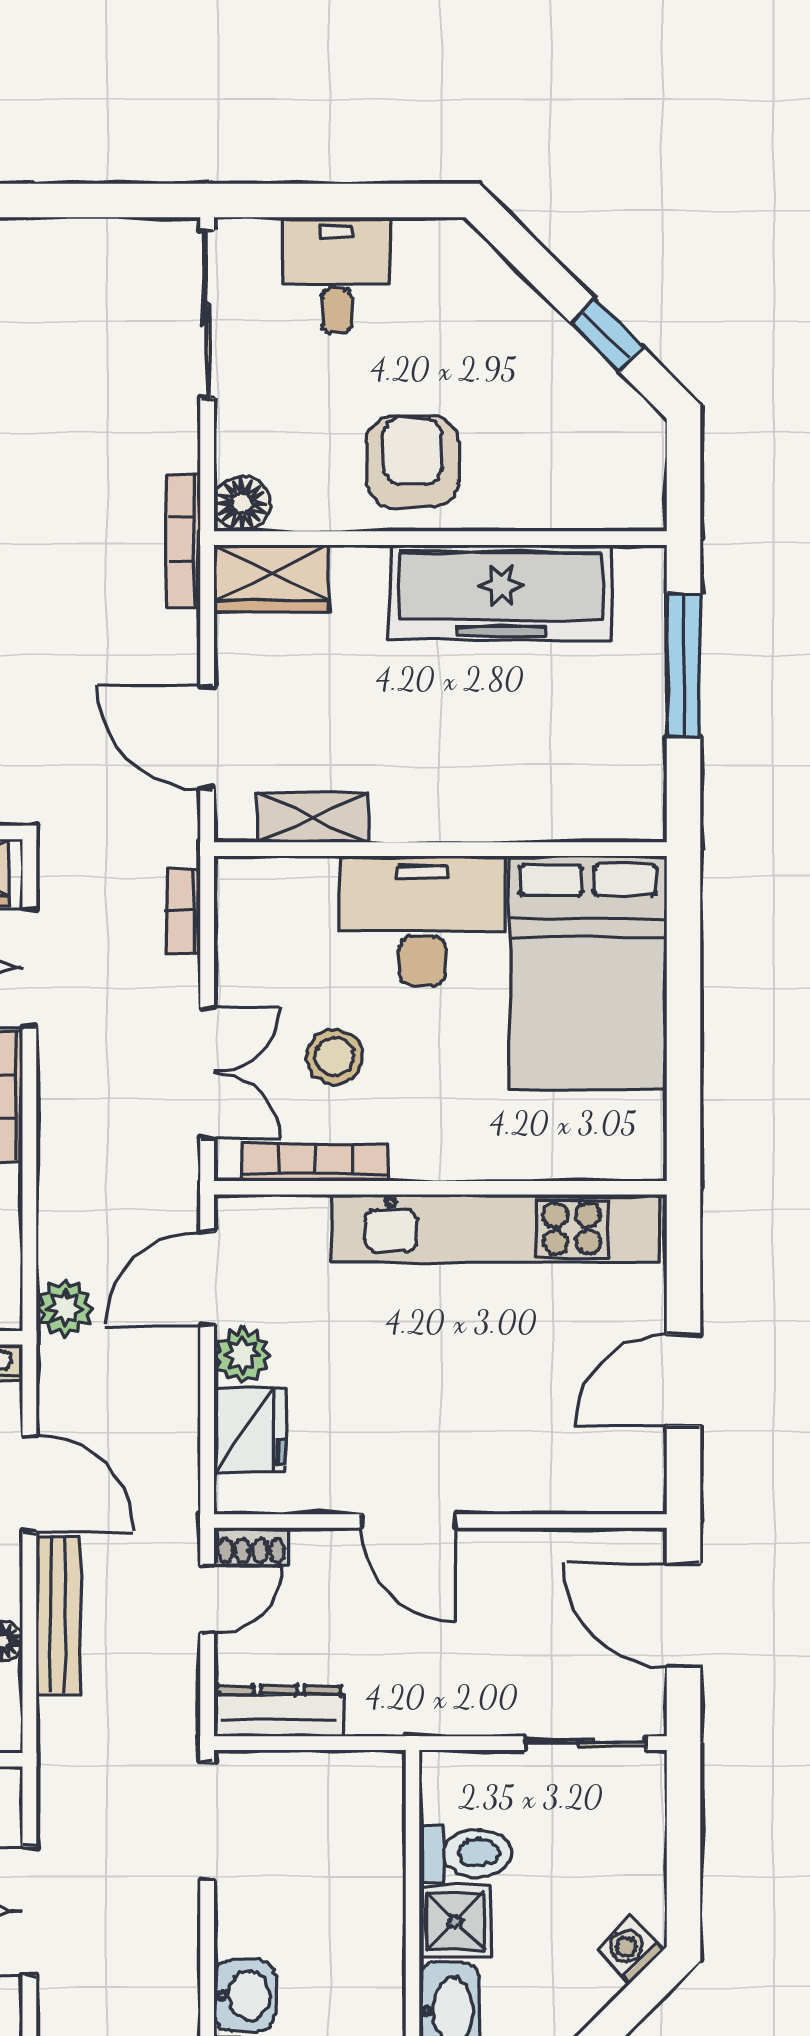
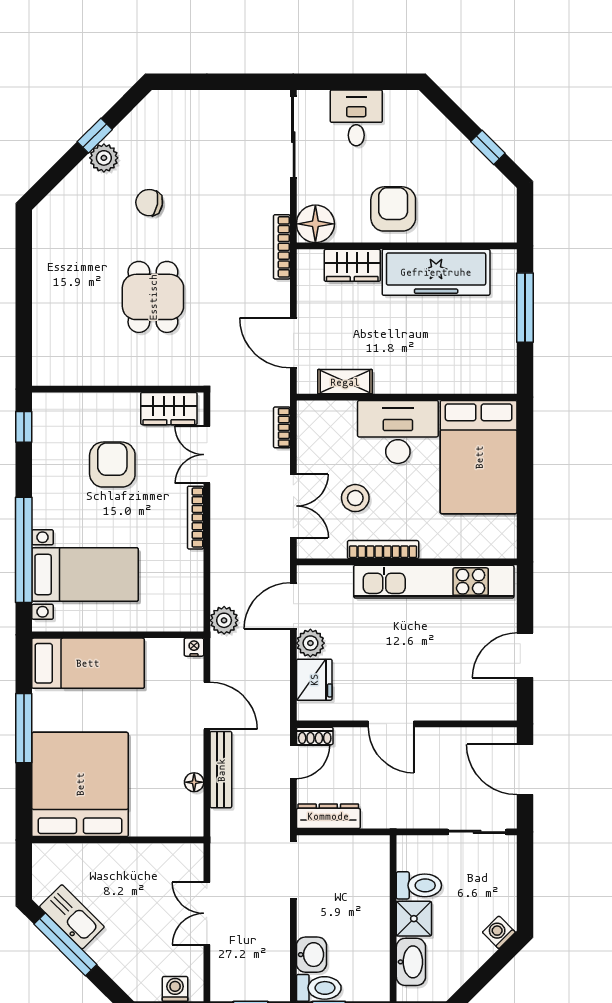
floor lamp: (242, 503) -> (315, 224), width x1.38, depth x1.38
wardrobe: (271, 578) -> (352, 265), moved
bookcase: (315, 1162) -> (383, 550), moved

